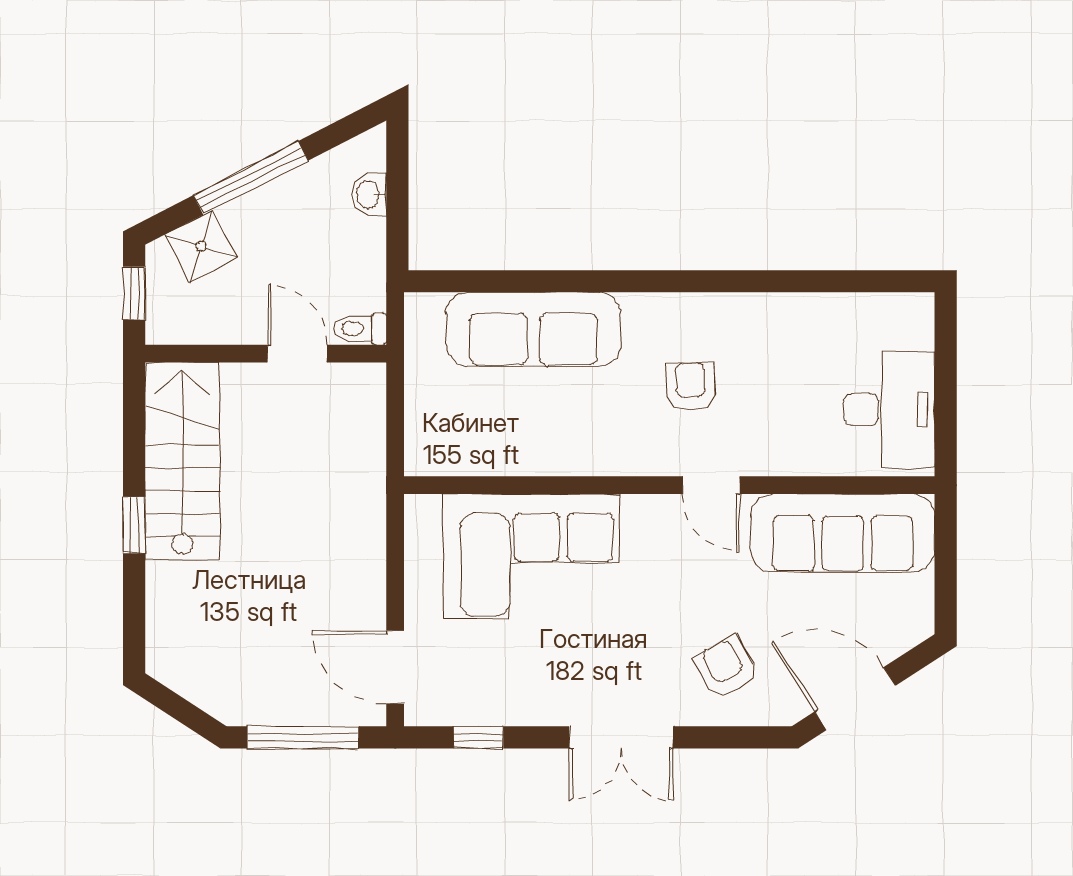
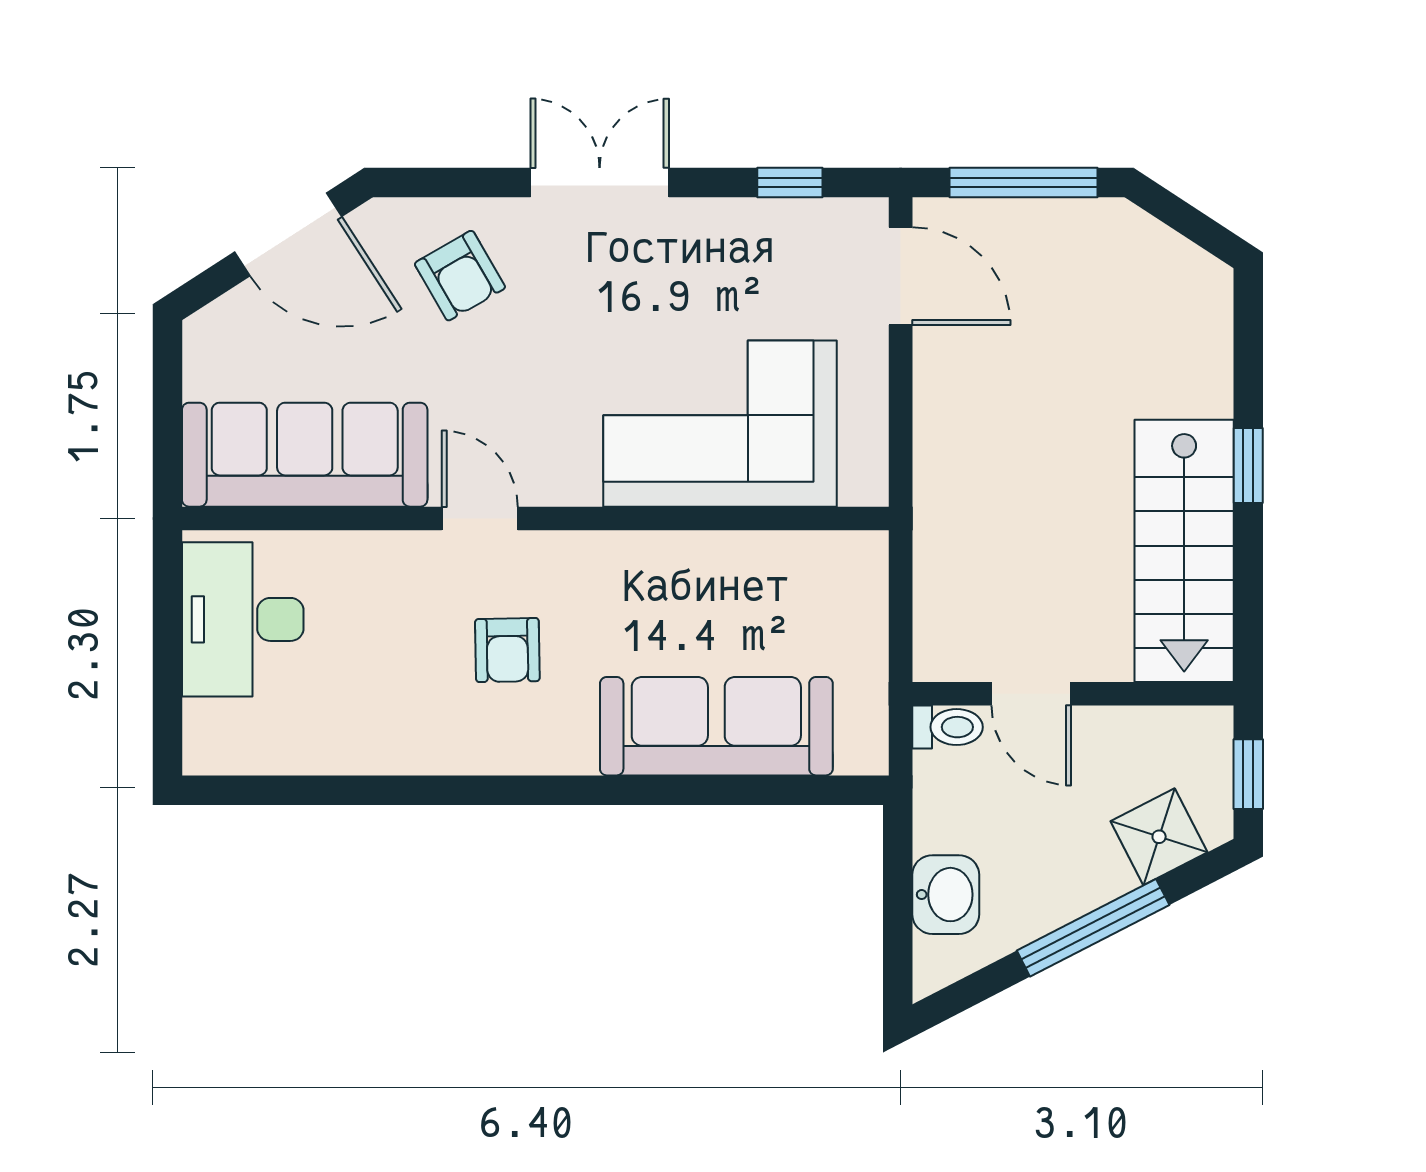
washbasin: (369, 195) -> (946, 895), width x1.38, depth x1.45

